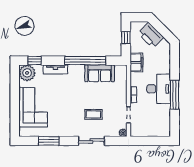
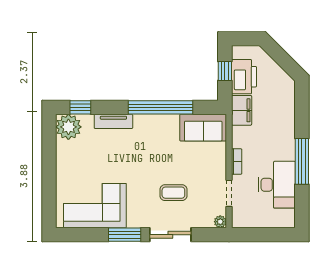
printer: (151, 35) -> (244, 77), moved, turned -135
sofa: (100, 73) -> (203, 128), moved
desk: (159, 89) -> (277, 185), moved
corner sofa: (33, 107) -> (95, 206), moved, turned -90
window: (49, 141) -> (125, 235), moved

